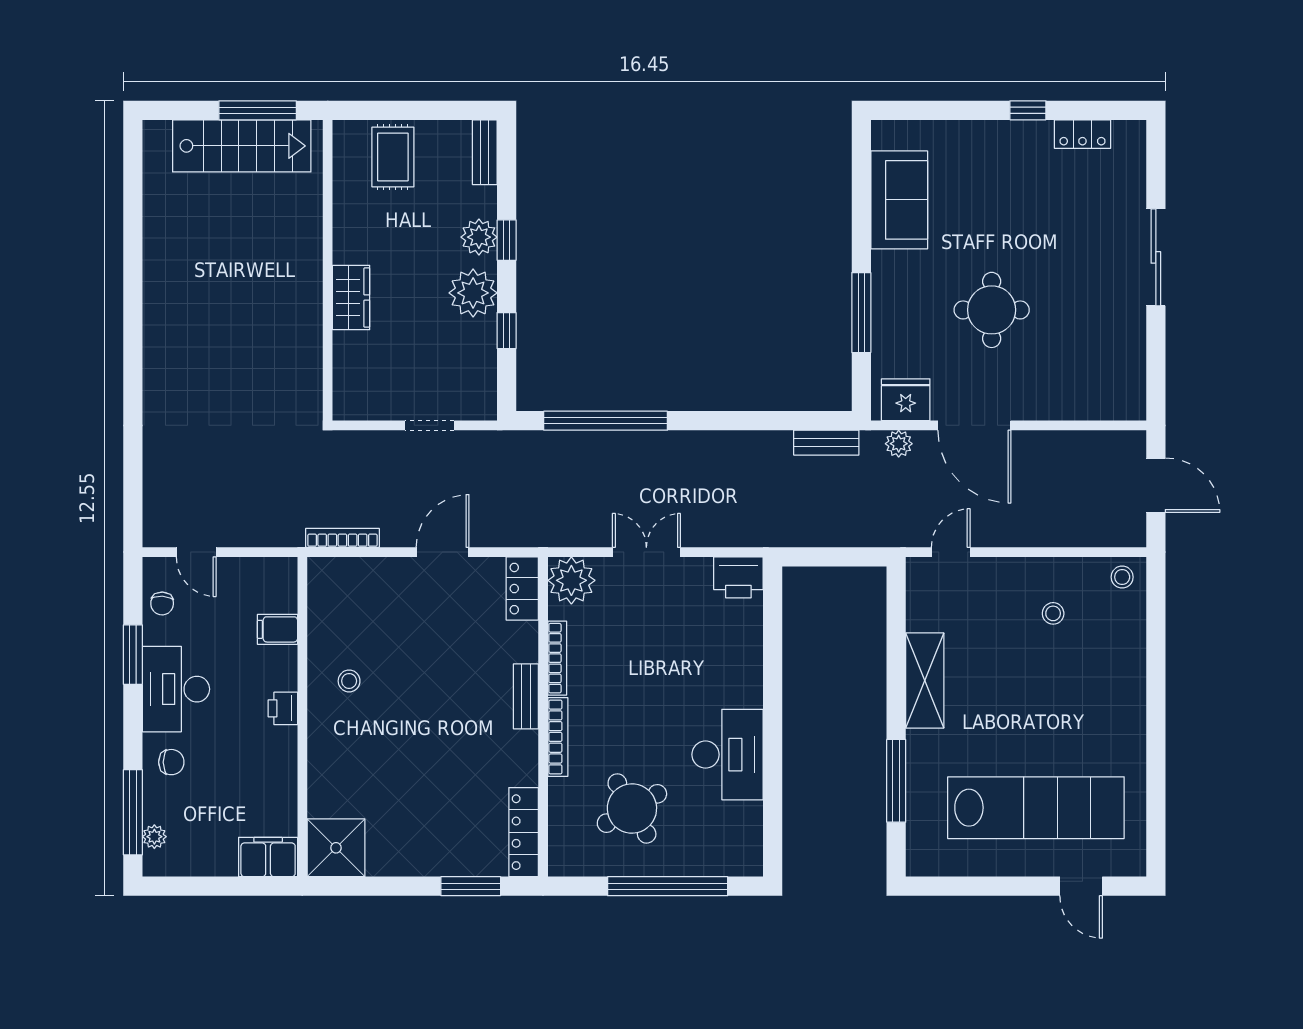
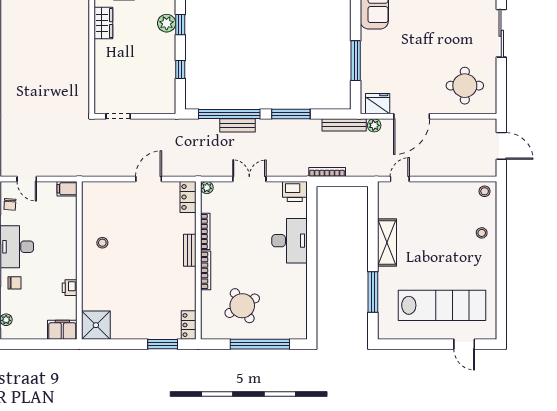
plant: (473, 293) -> (164, 51), removed
wardrobe: (351, 298) -> (103, 23), moved
round table: (992, 310) -> (465, 86), moved
window: (731, 421) -> (291, 114), added
doorway: (430, 425) -> (118, 116), moved
door: (974, 425) -> (412, 116), hinge flipped
bench: (826, 443) -> (344, 125), width x1.36
bench: (622, 444) -> (237, 125), added
bookcase: (342, 538) -> (327, 172), moved
plant: (571, 580) -> (207, 188), width x0.53, depth x0.53
stool: (1053, 613) -> (482, 233), moved
filing cabinet: (278, 629) -> (67, 189), moved
printer: (283, 708) -> (70, 288), moved
desk: (728, 755) -> (289, 241), moved
locker: (524, 832) -> (189, 325), width x0.66

